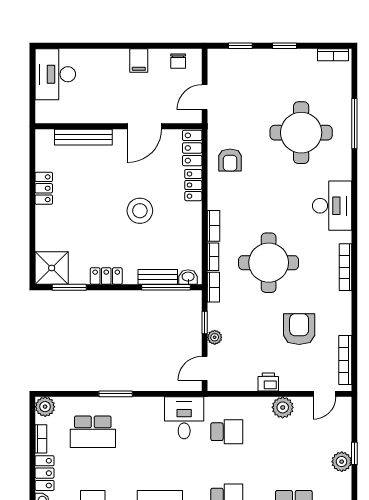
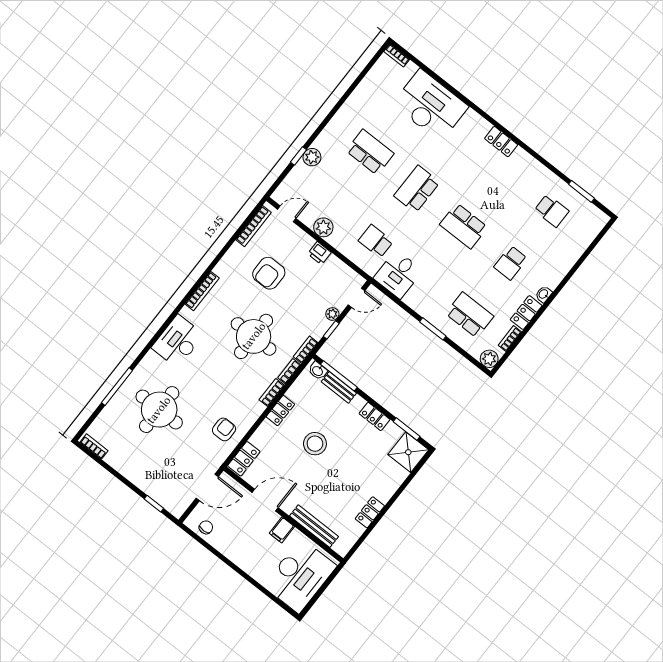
window: (284, 46) -> (123, 479), removed
filing cabinet: (139, 60) -> (282, 530), moved, turned 180
desk: (55, 74) -> (300, 576), width x1.36, depth x1.30
door: (205, 97) -> (207, 487), width x1.38
locker: (193, 185) -> (280, 411), moved

